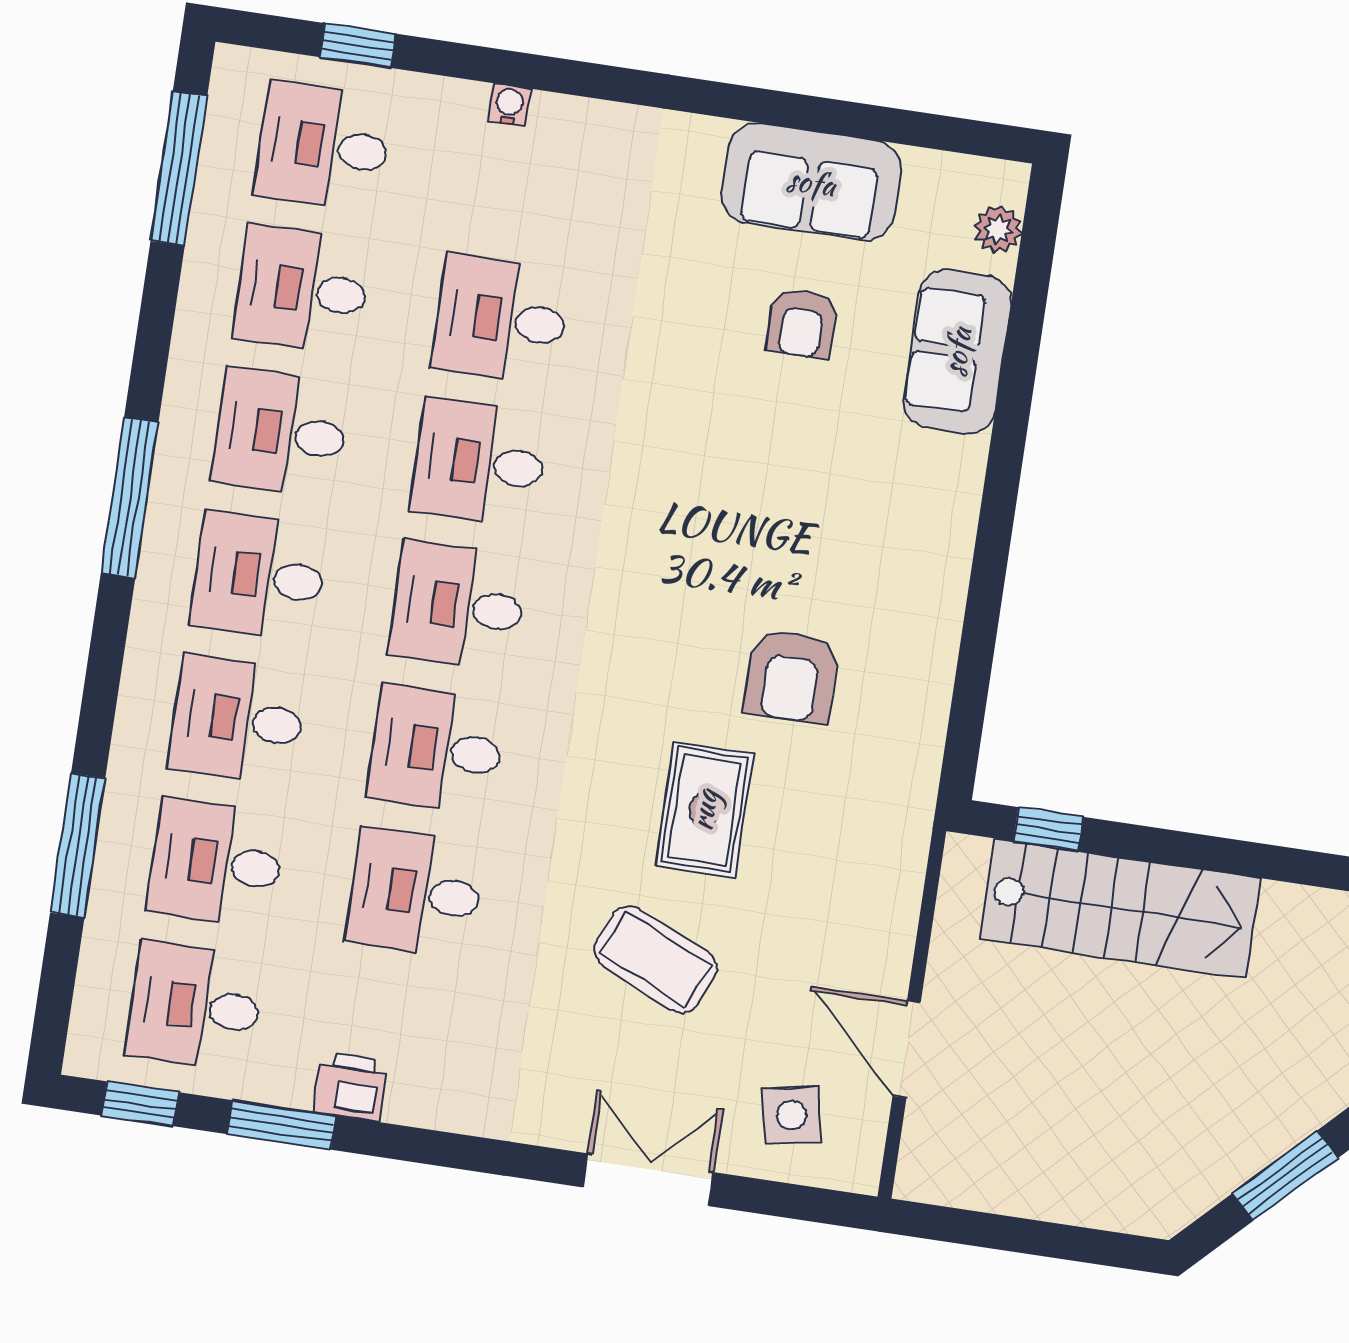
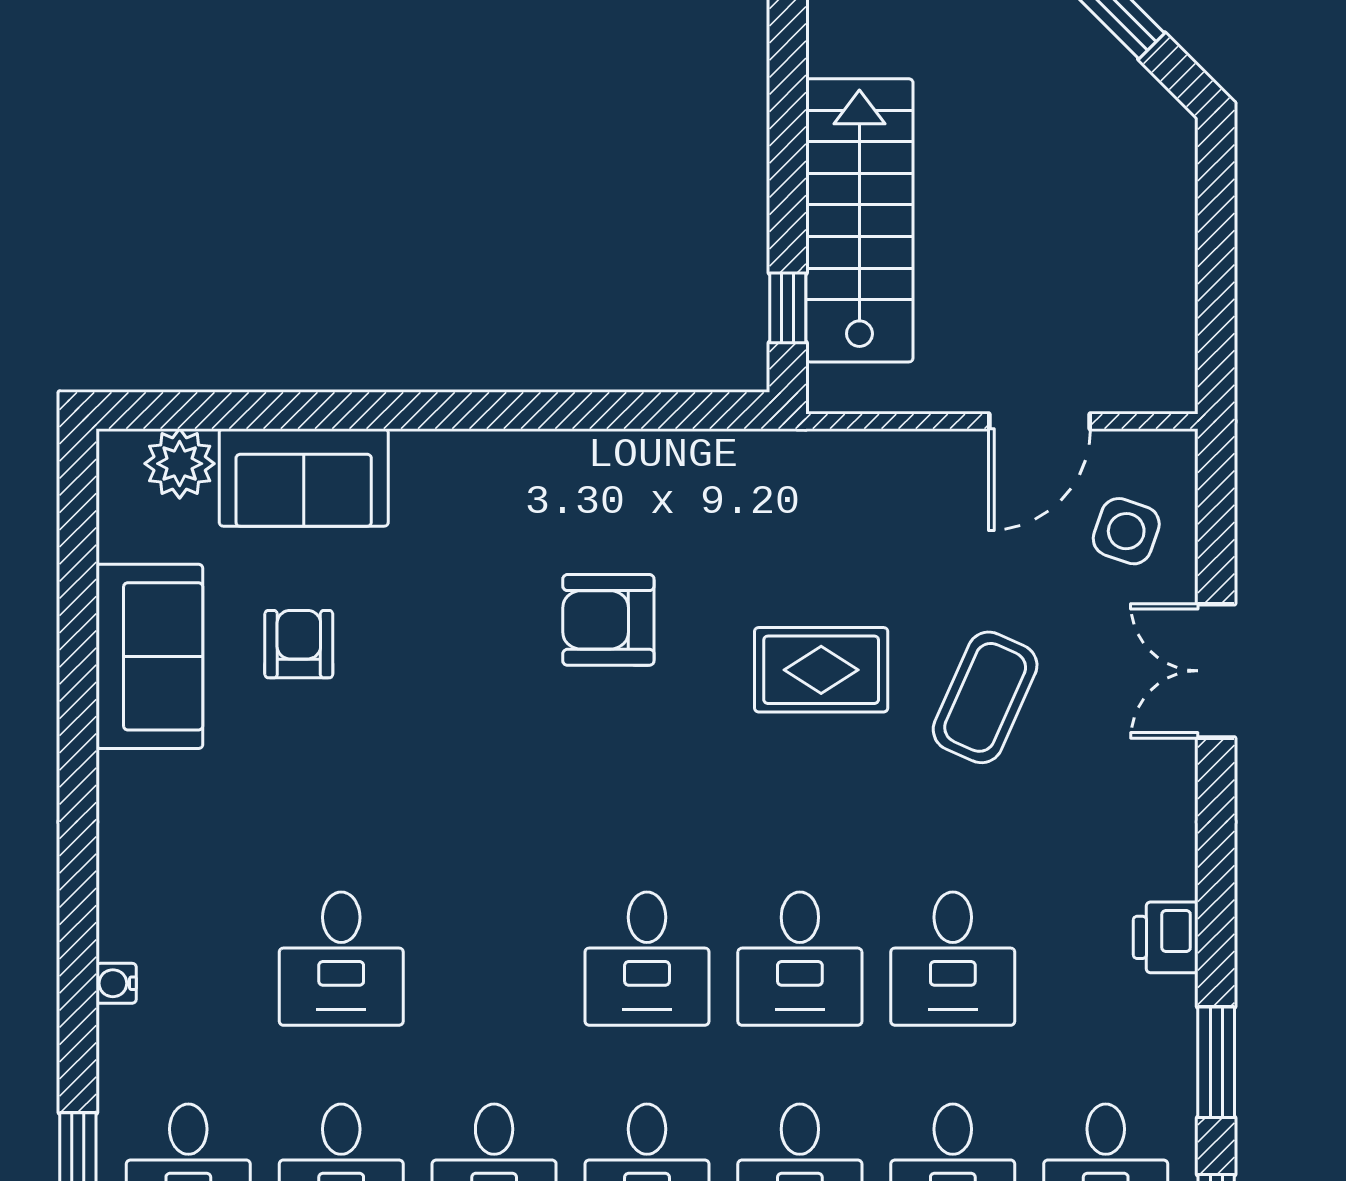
plant: (998, 230) -> (180, 464), width x1.38, depth x1.38
armchair: (802, 324) -> (299, 644), turned -90
desk: (479, 463) -> (494, 959), removed
armchair: (791, 676) -> (608, 620), moved, turned 180
printer: (351, 1087) -> (1166, 937), moved
side table: (792, 1115) -> (1126, 531), turned 31

